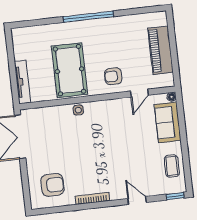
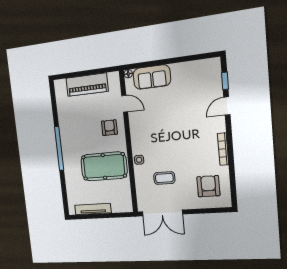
armchair: (113, 76) -> (109, 128), turned 180
tv unit: (22, 82) -> (93, 209), moved
coffee table: (172, 166) -> (164, 178), moved
window: (175, 196) -> (225, 81), moved

